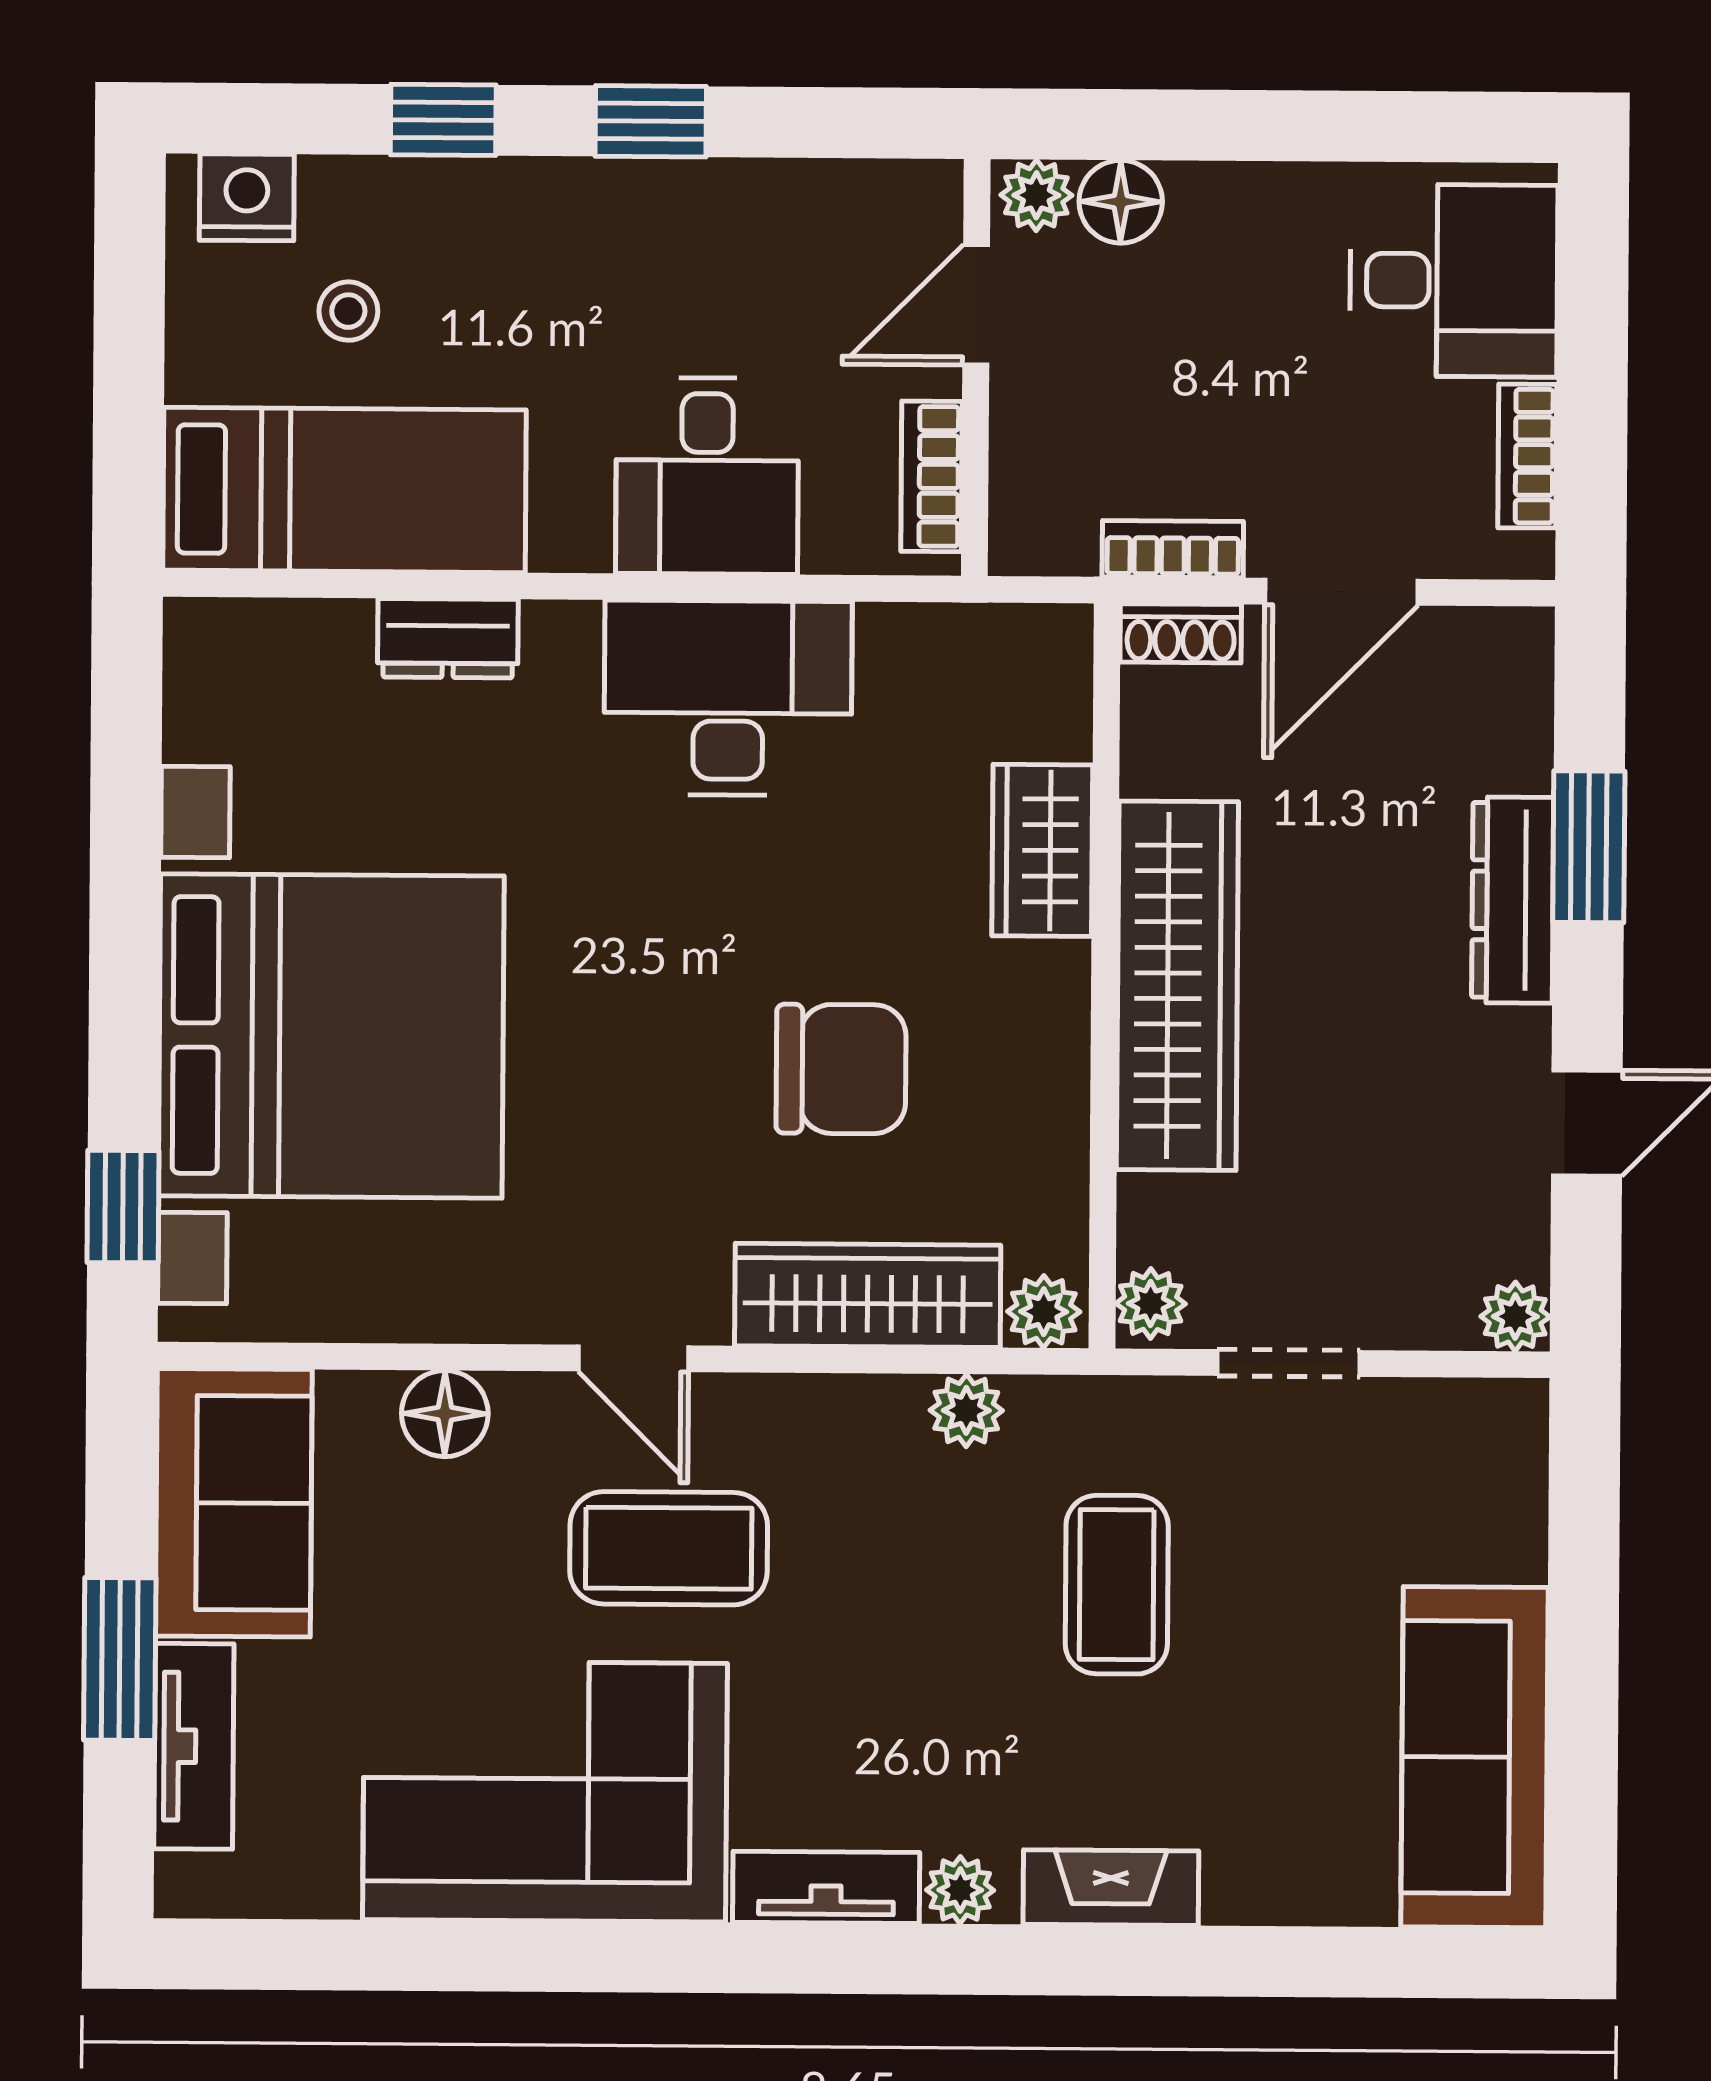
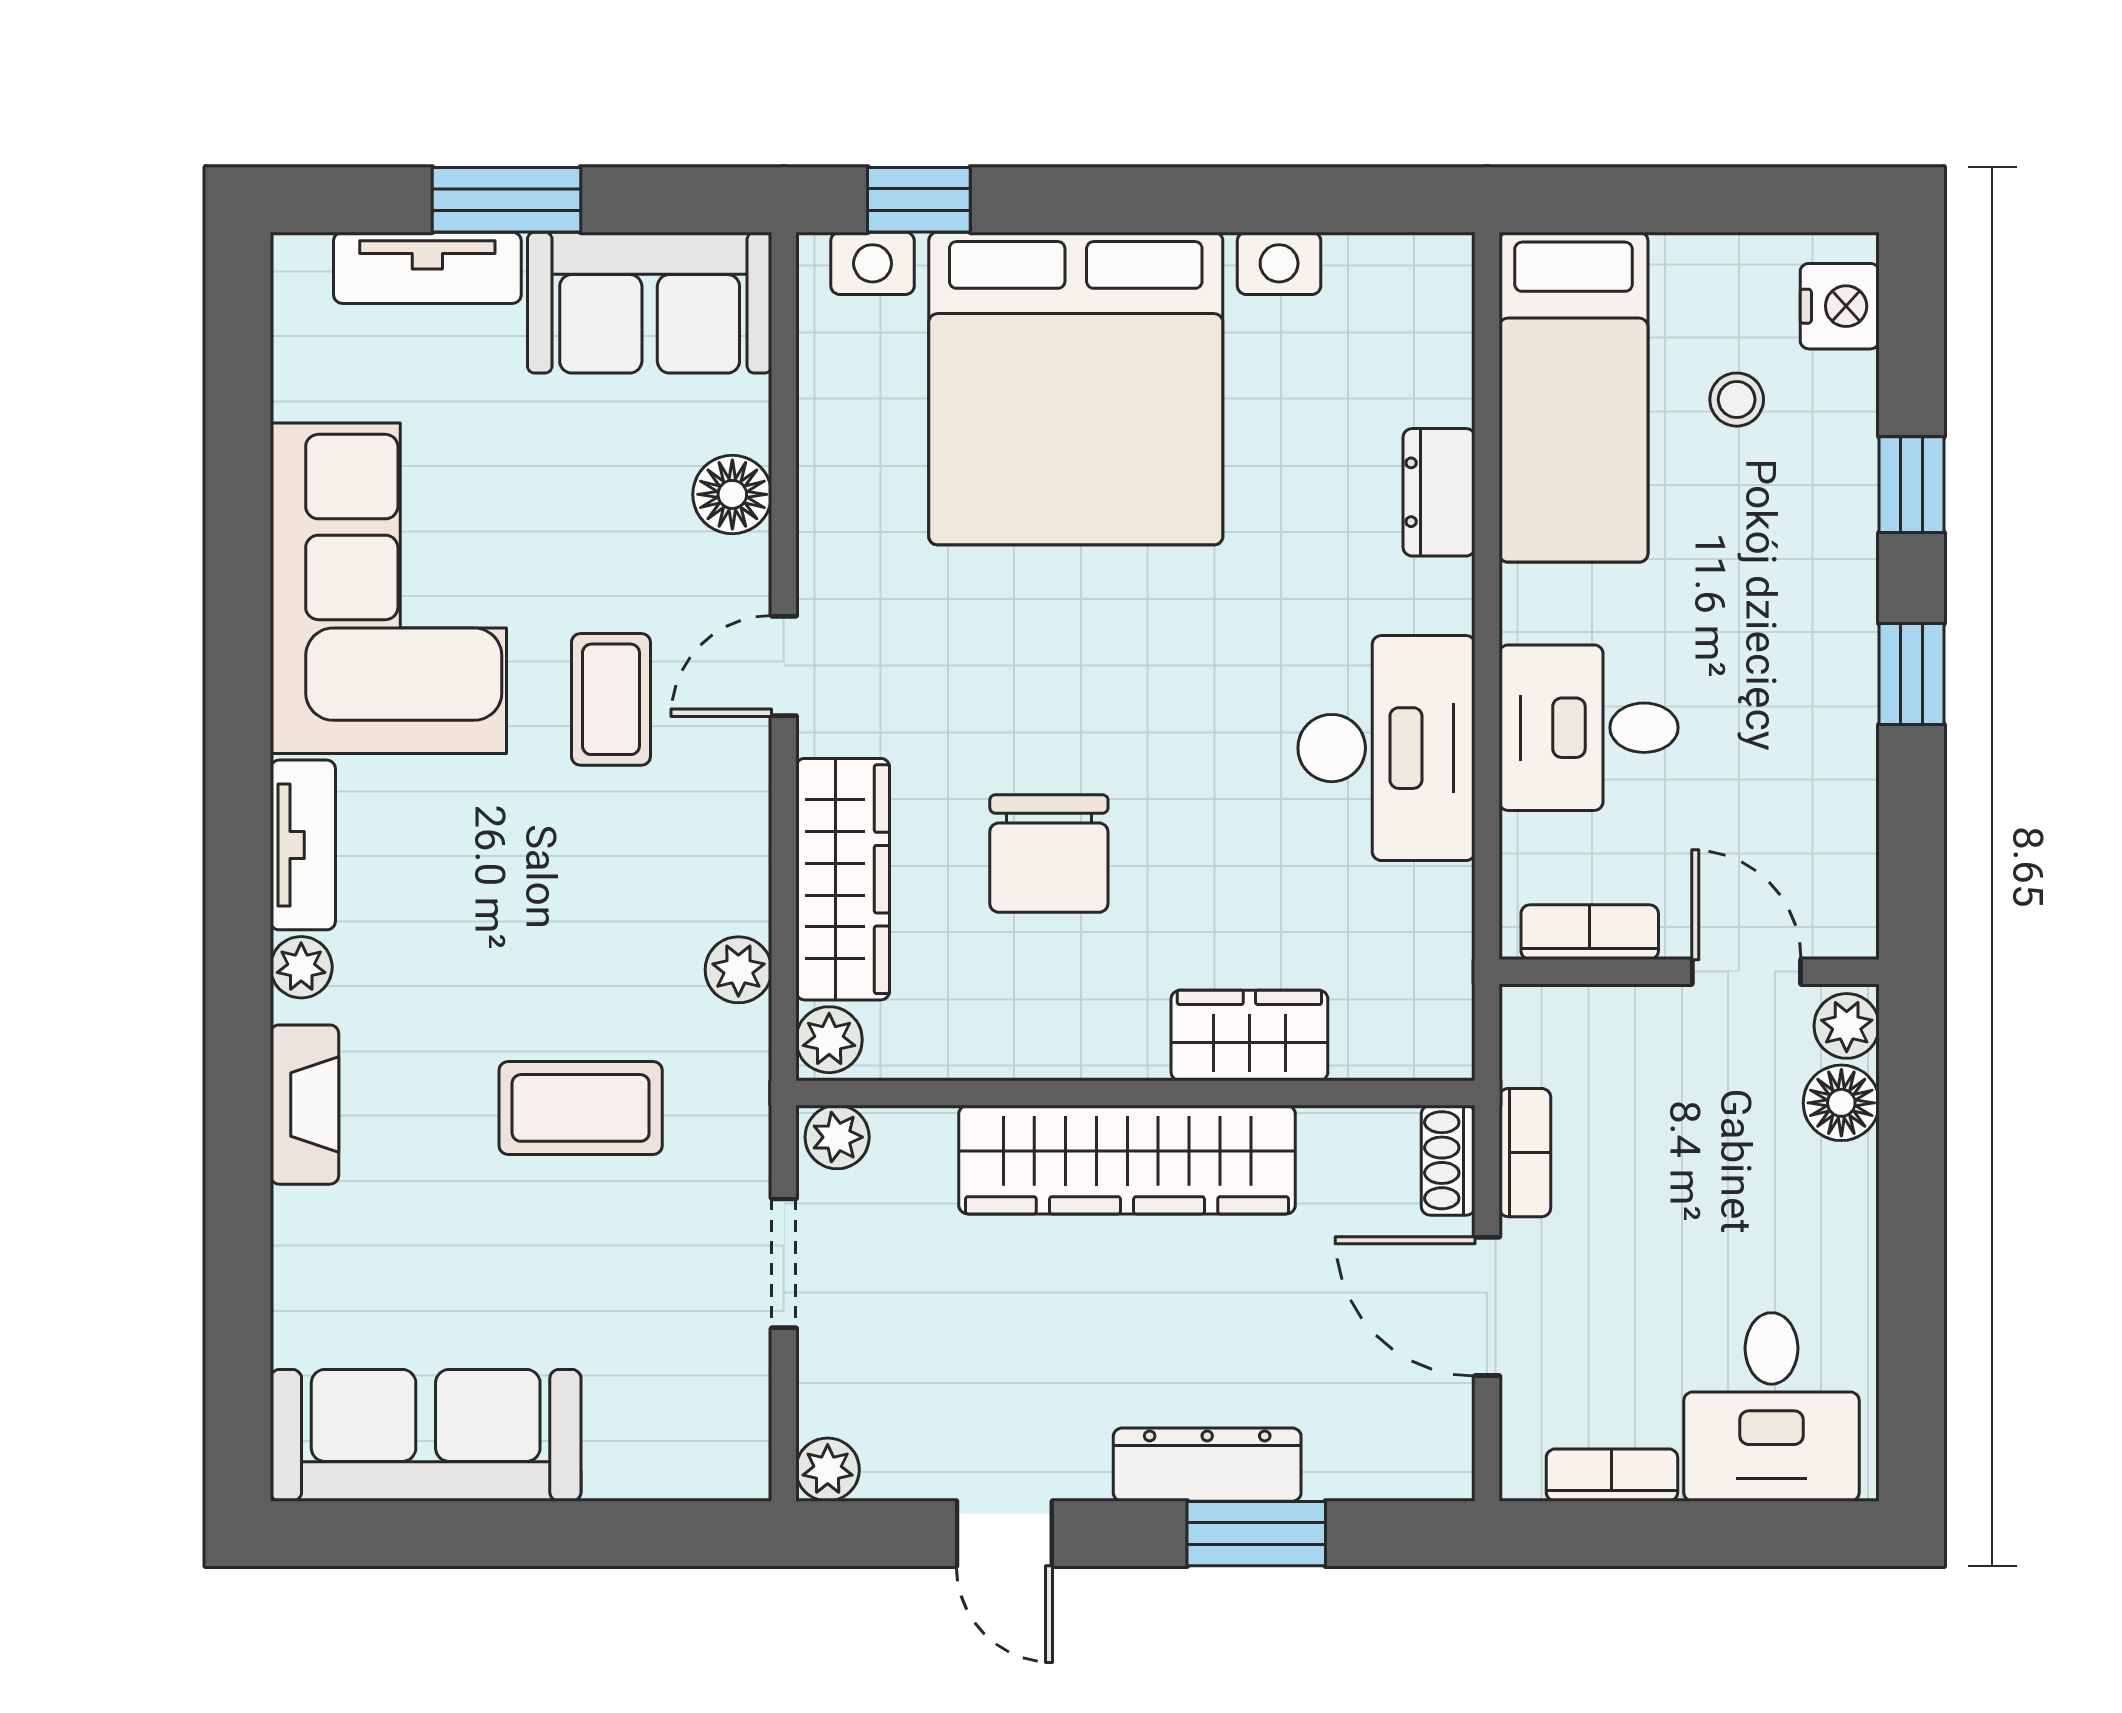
coffee table: (669, 1548) -> (611, 699), width x0.73, depth x0.77

